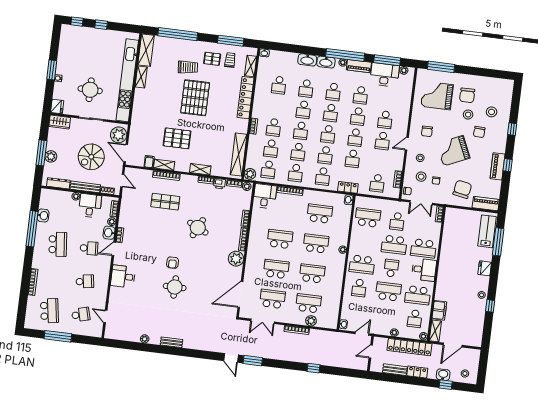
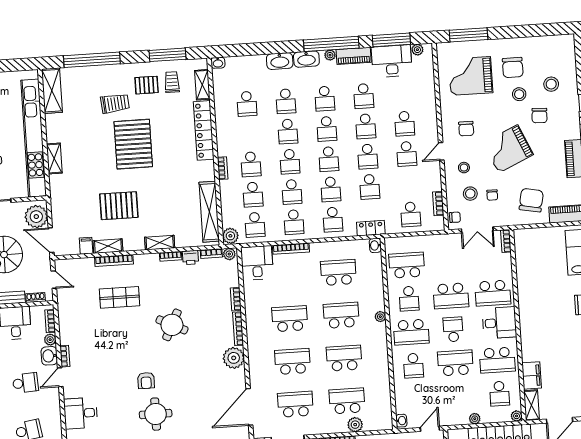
shelving: (141, 77) -> (54, 159), moved
school desk: (397, 221) -> (409, 299), moved

